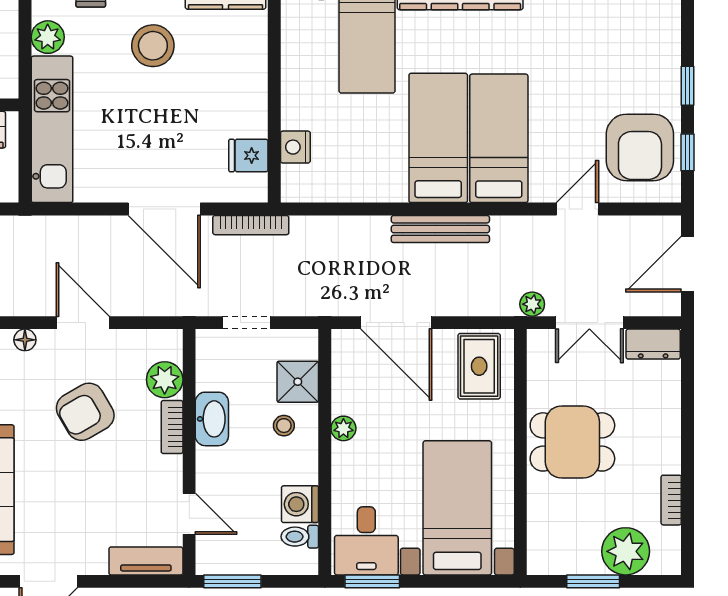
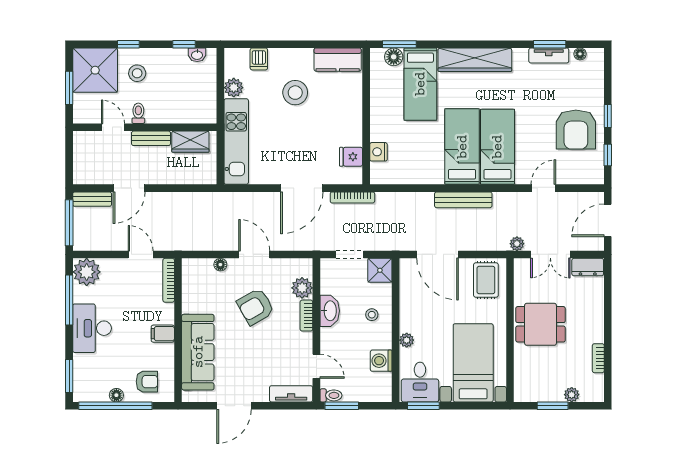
armchair: (640, 147) -> (576, 130), moved
door: (164, 209) -> (302, 188), hinge flipped
shower: (298, 382) -> (380, 270), moved
plant: (343, 428) -> (407, 340), moved
toilet: (300, 537) -> (331, 395), moved, turned 180
plant: (626, 551) -> (572, 395), width x0.53, depth x0.53

